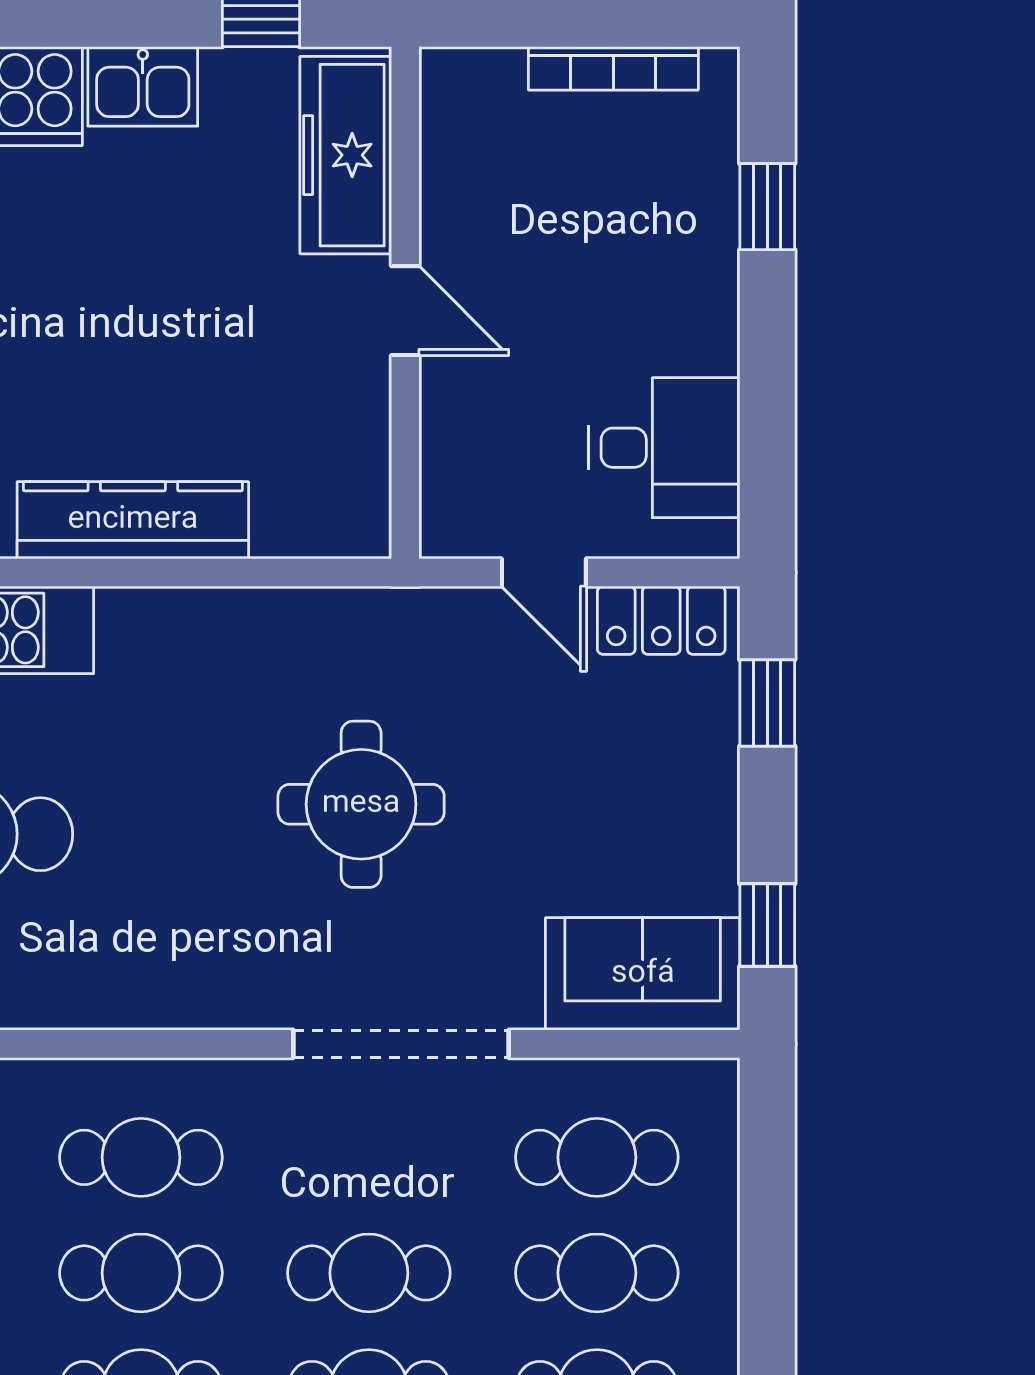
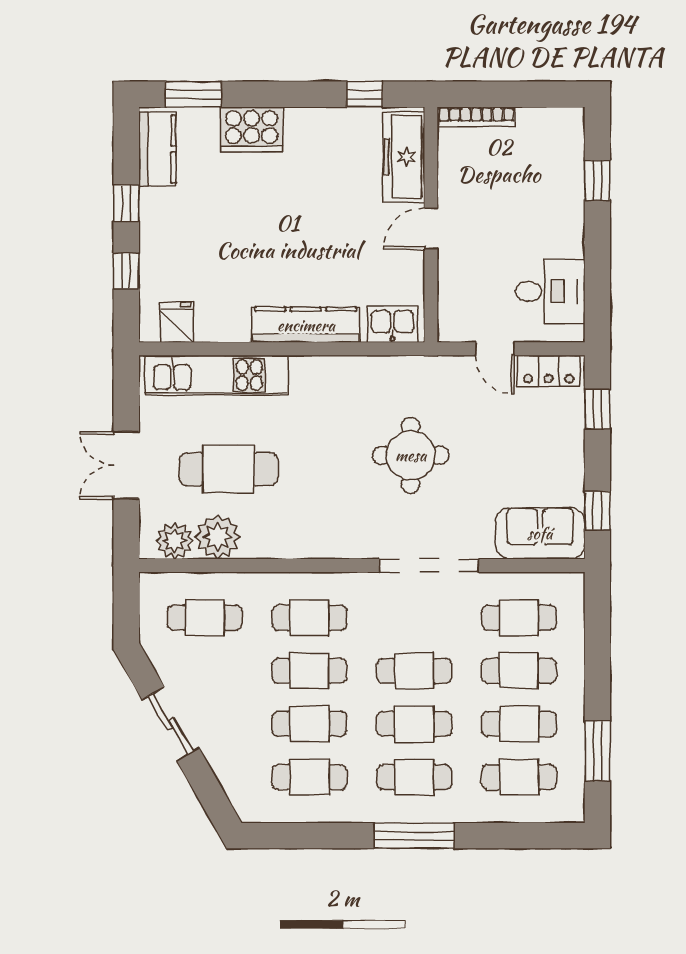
bookcase: (613, 68) -> (476, 117), moved
kitchen sink: (143, 86) -> (392, 324), moved, turned 180
door: (405, 311) -> (431, 228), swing flipped

